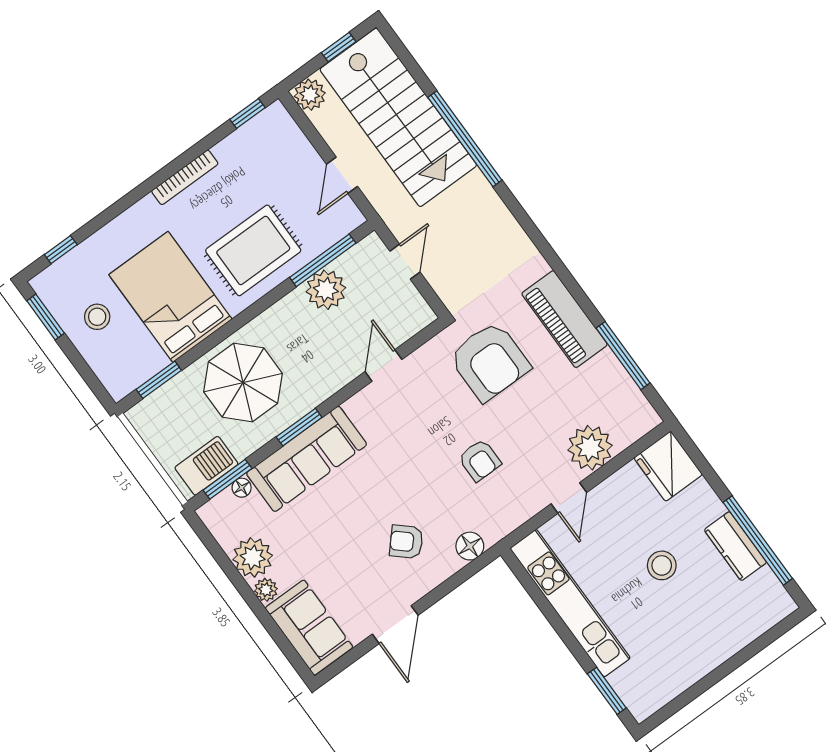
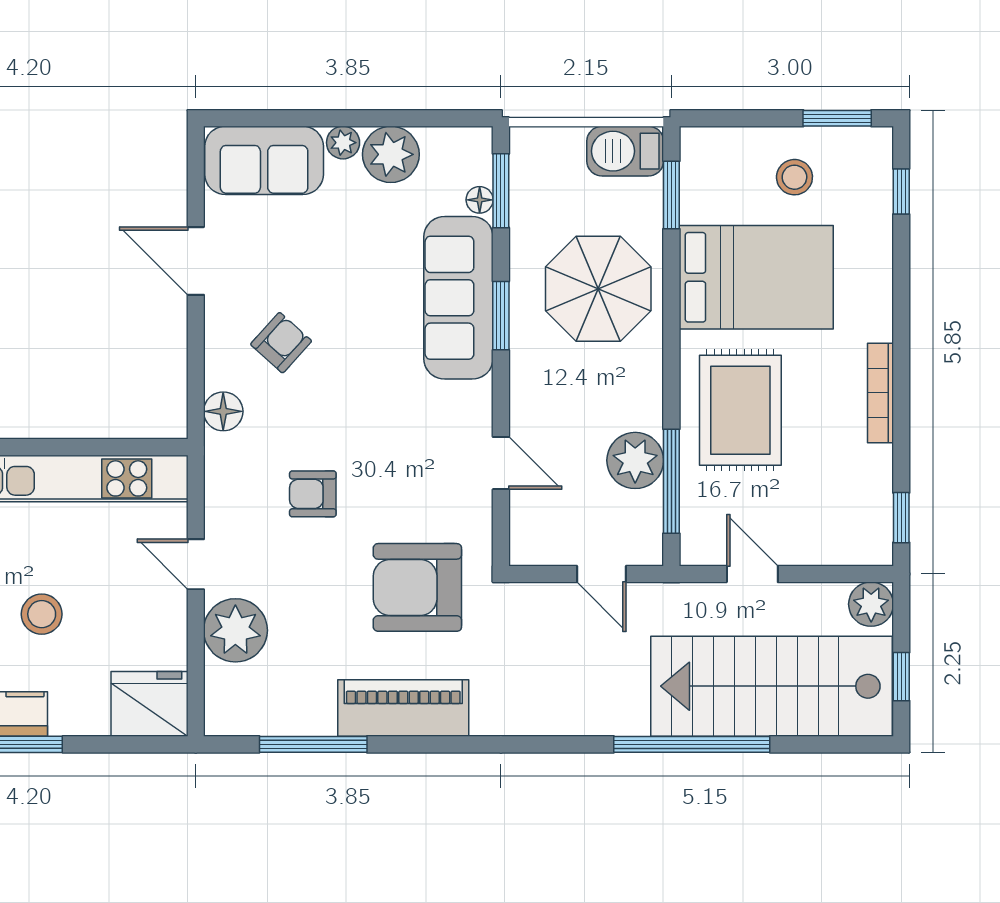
barbecue: (206, 466) -> (625, 151), moved, turned 90

